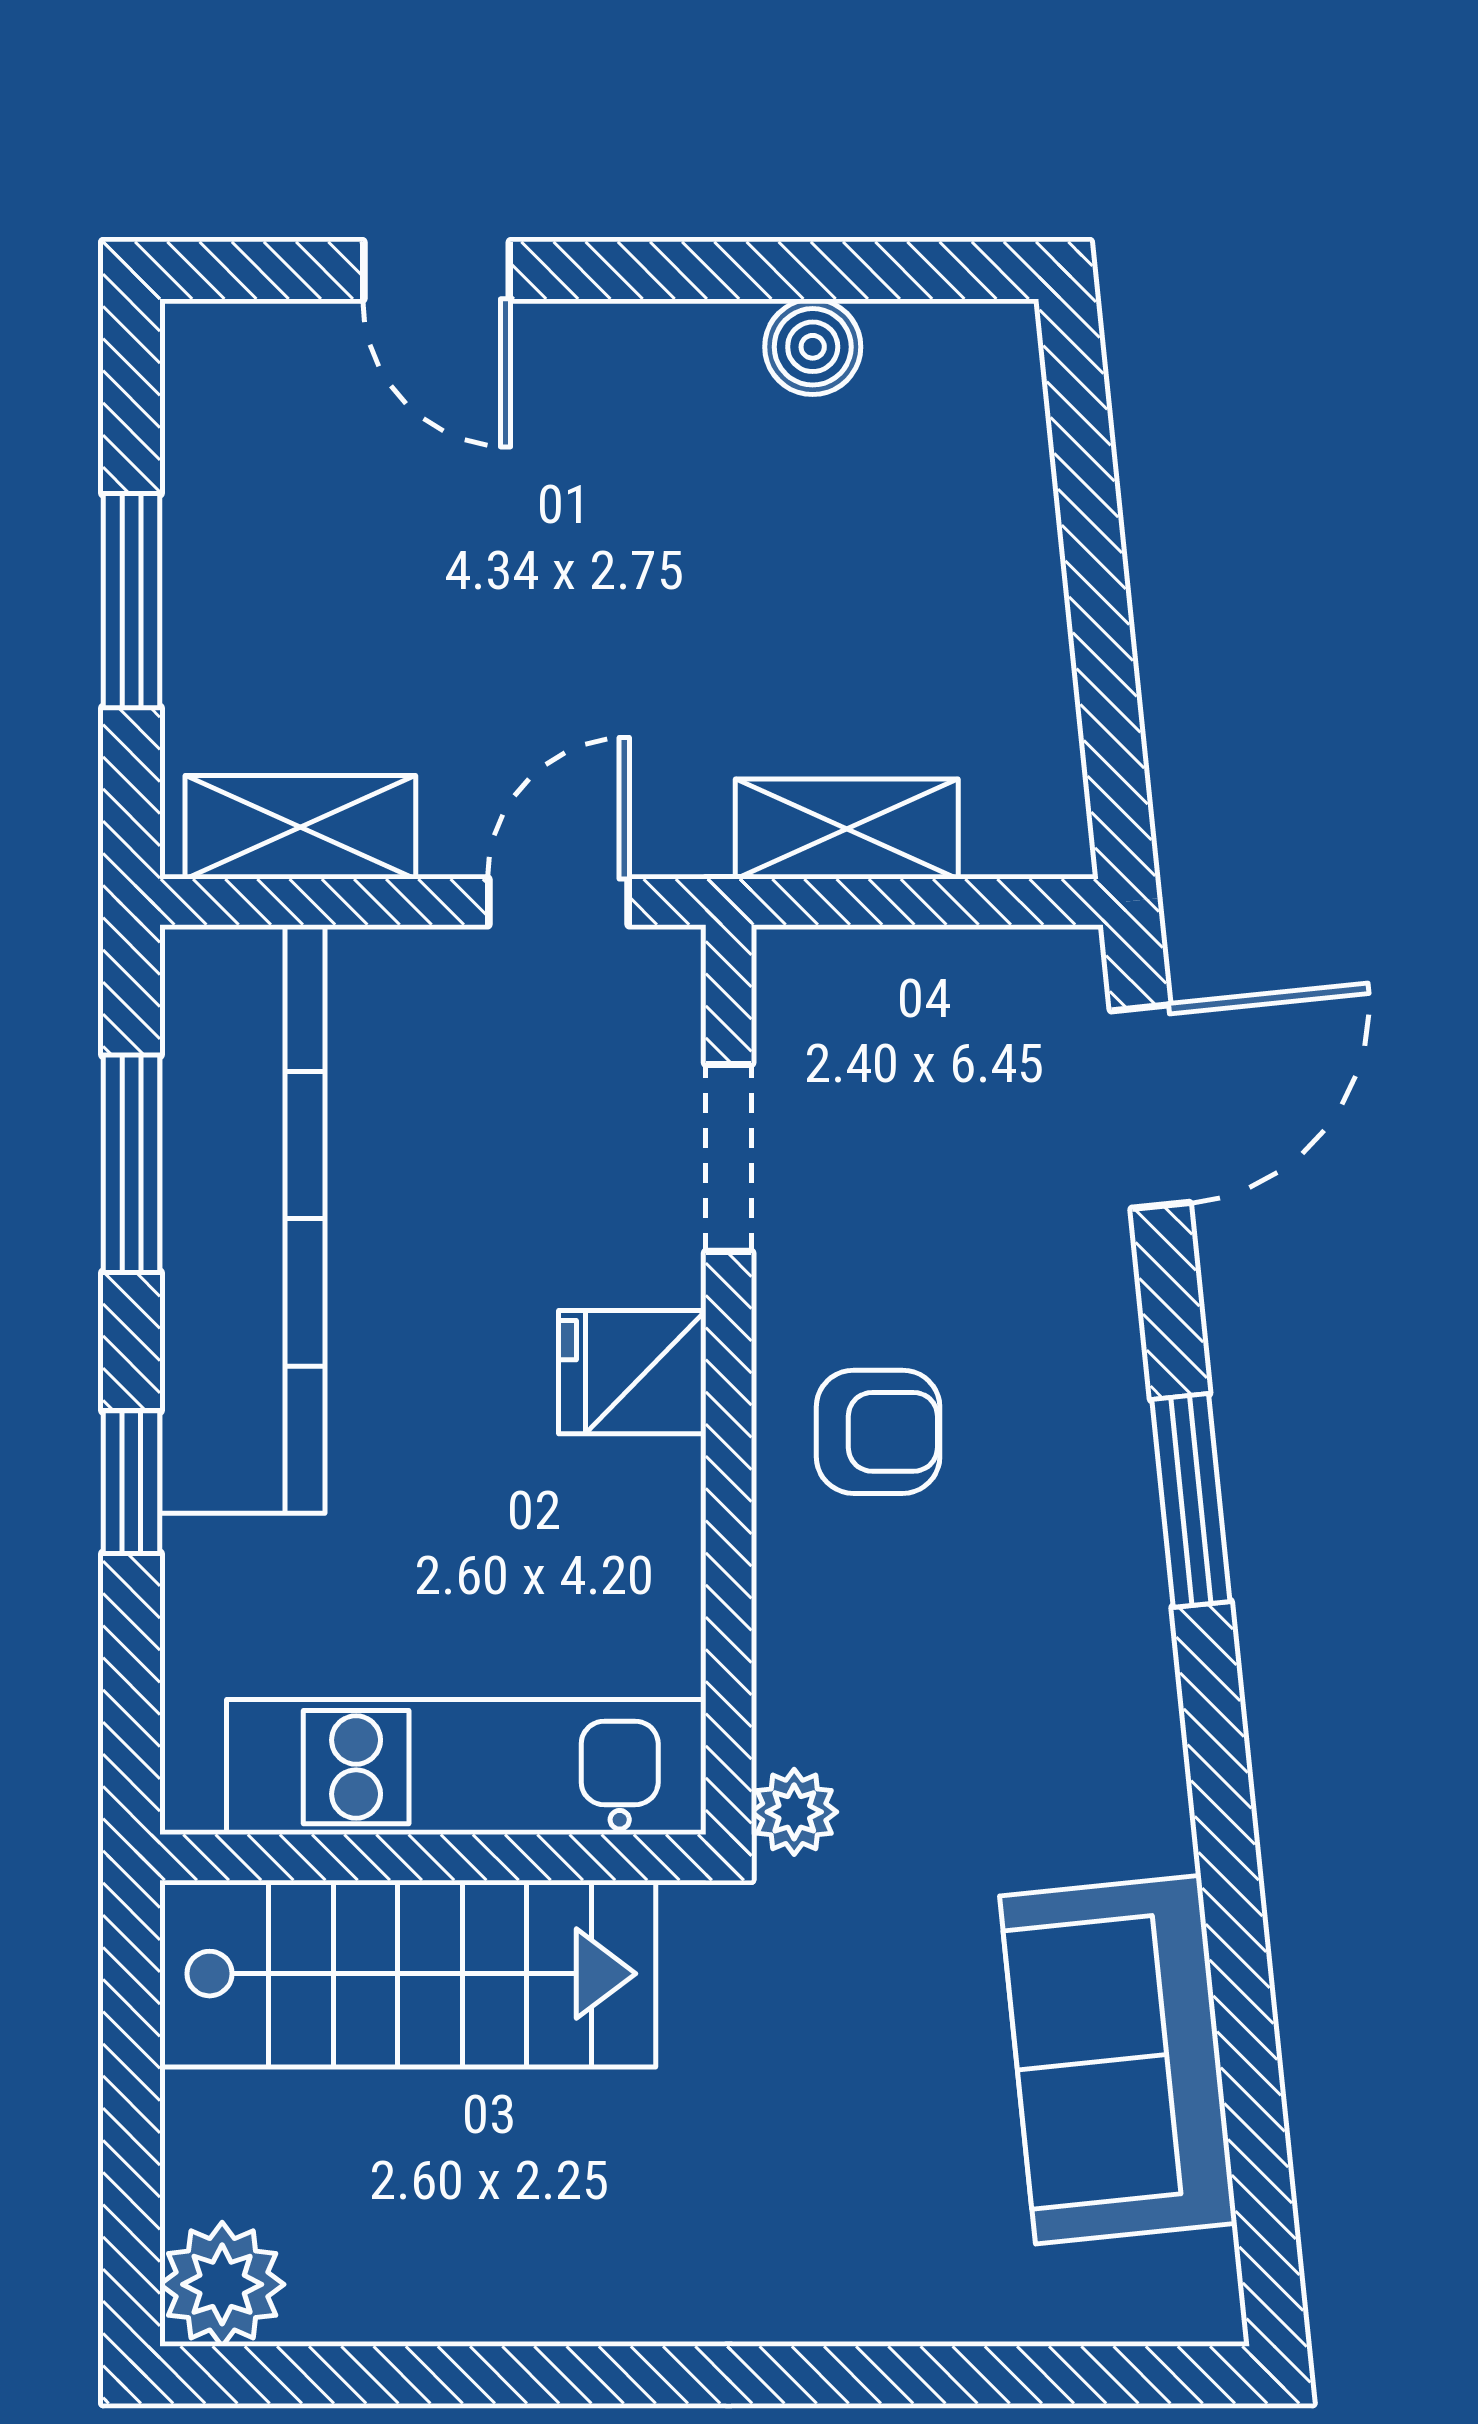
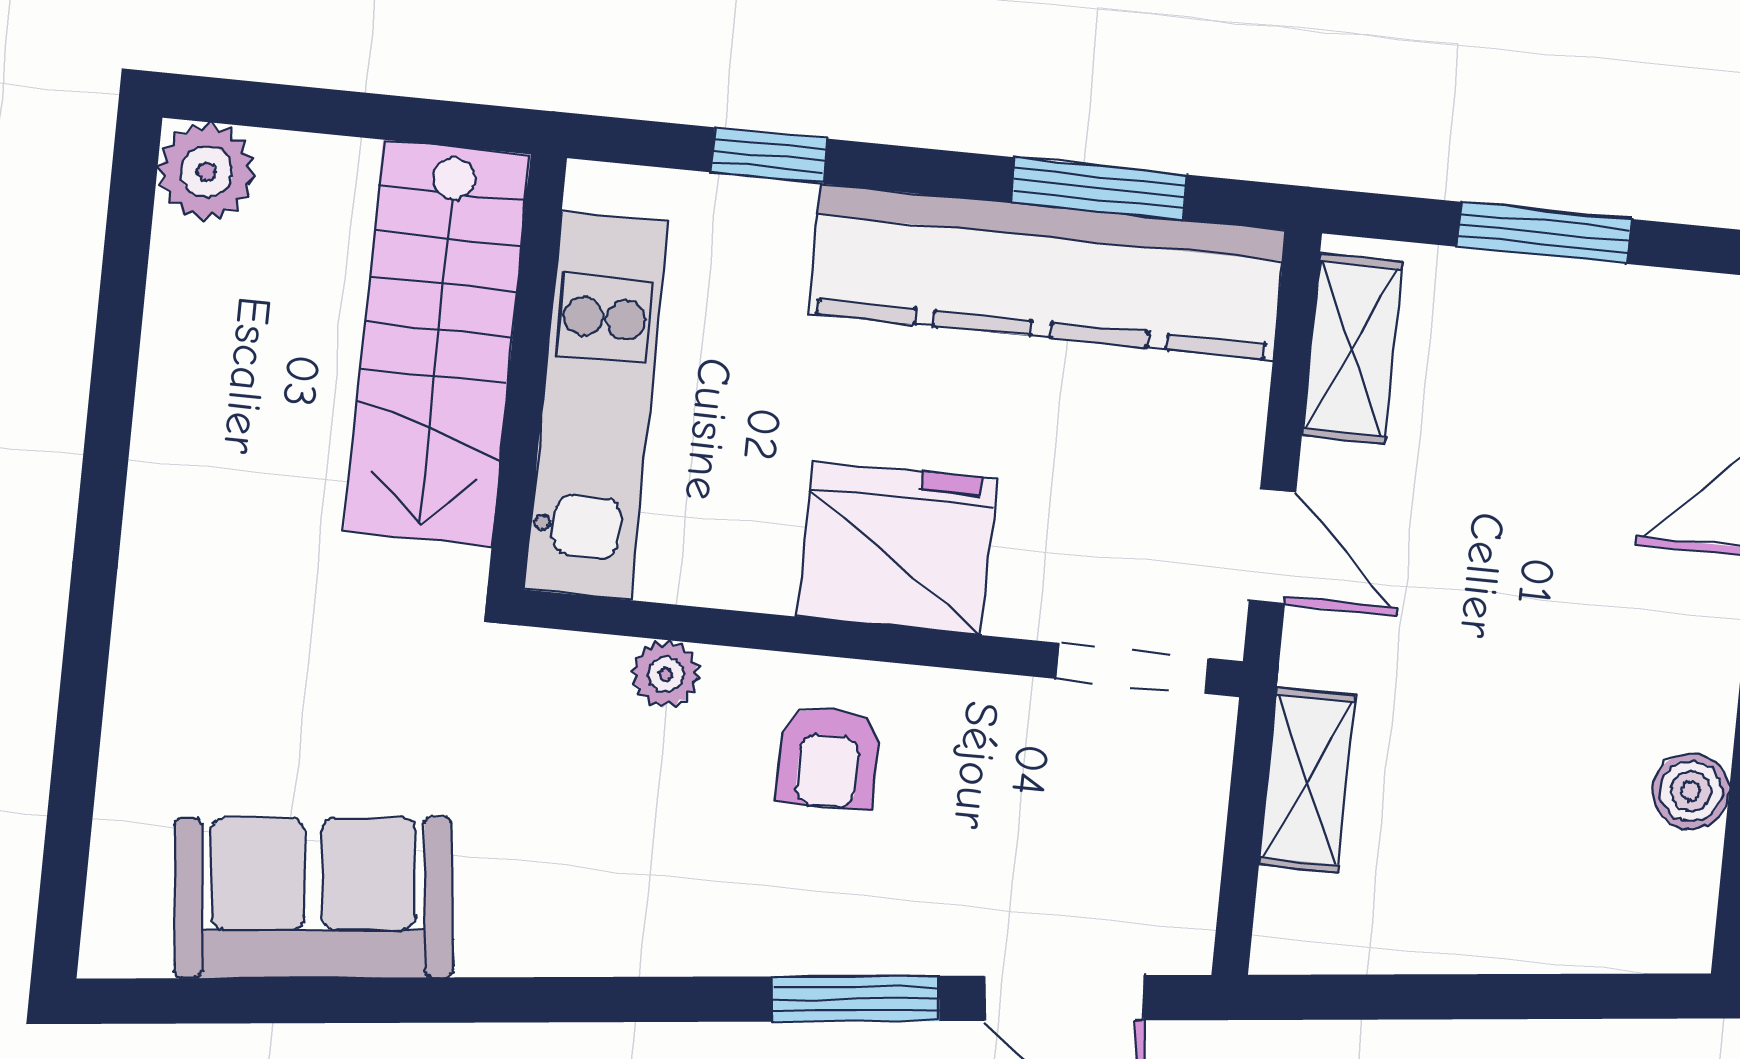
doorway: (729, 1158) -> (1132, 668), moved
fridge: (632, 1372) -> (897, 548), width x1.88, depth x1.34
window: (132, 1482) -> (769, 156), moved
window: (1191, 1500) -> (856, 999), moved
plant: (794, 1812) -> (666, 674), moved

